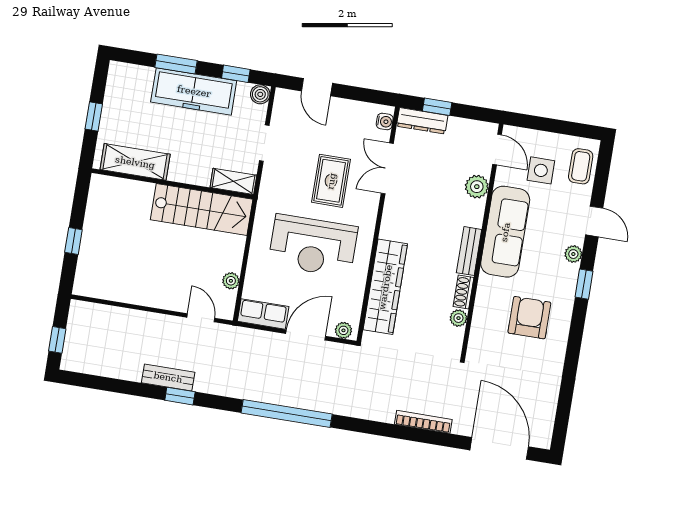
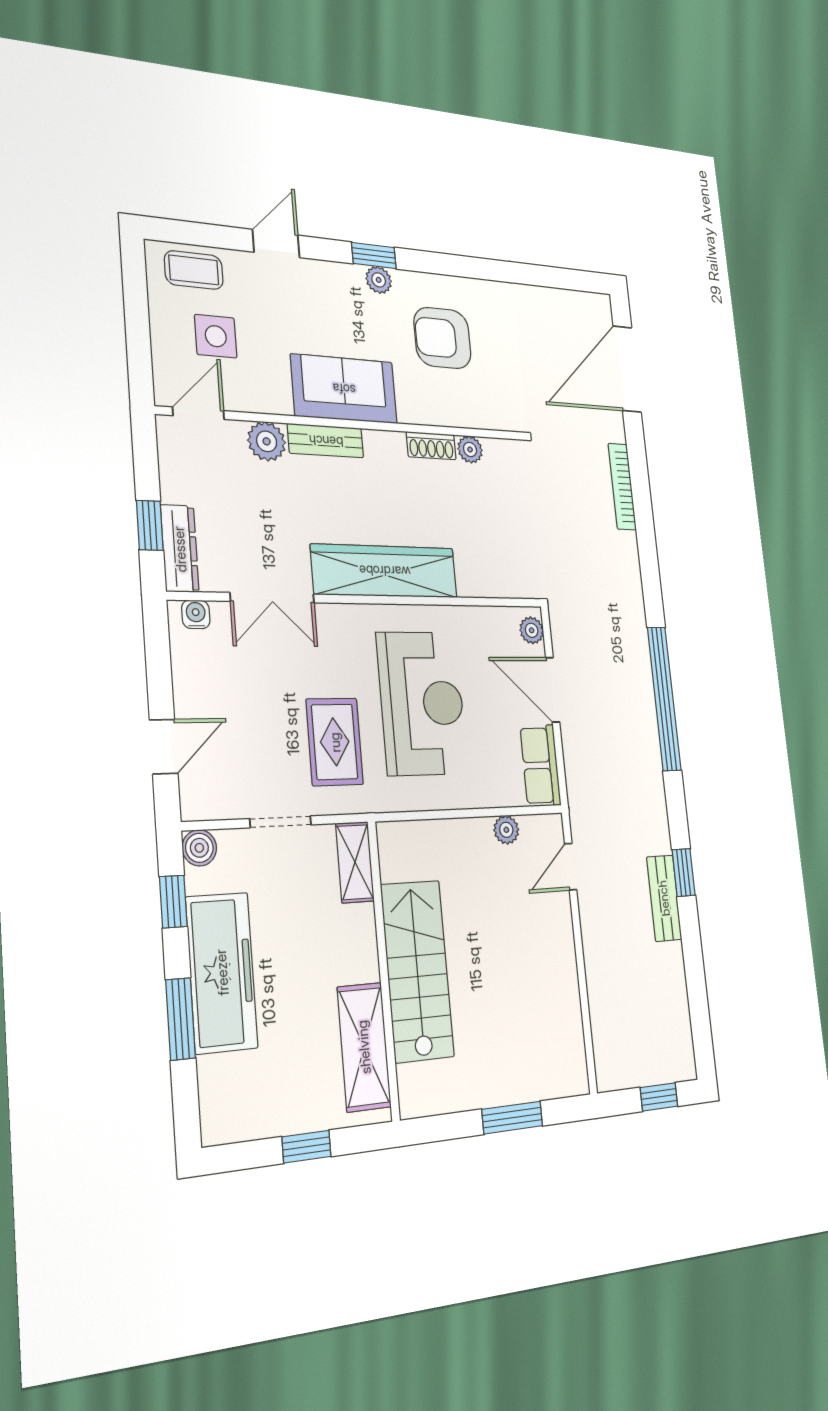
rug: (331, 181) -> (335, 742), moved, turned 90
stairs: (202, 209) -> (417, 971), moved
sofa: (505, 232) -> (344, 389), width x0.73
window: (73, 241) -> (512, 1118), width x1.50
bench: (469, 251) -> (326, 441), moved
plant: (573, 254) -> (379, 280), moved
wardrobe: (385, 287) -> (385, 571), moved

